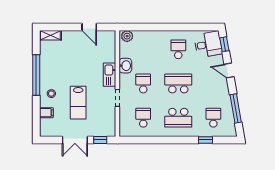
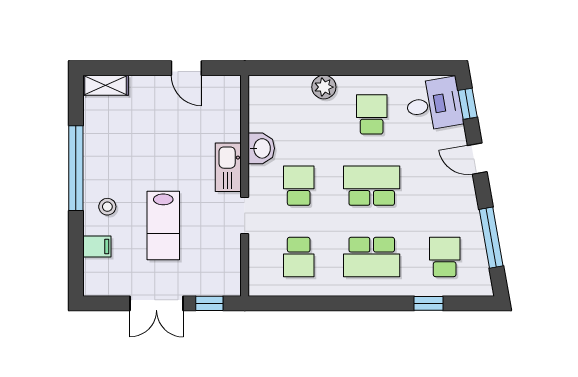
plant: (127, 36) -> (324, 87), moved
school desk: (143, 118) -> (299, 257), turned 180

